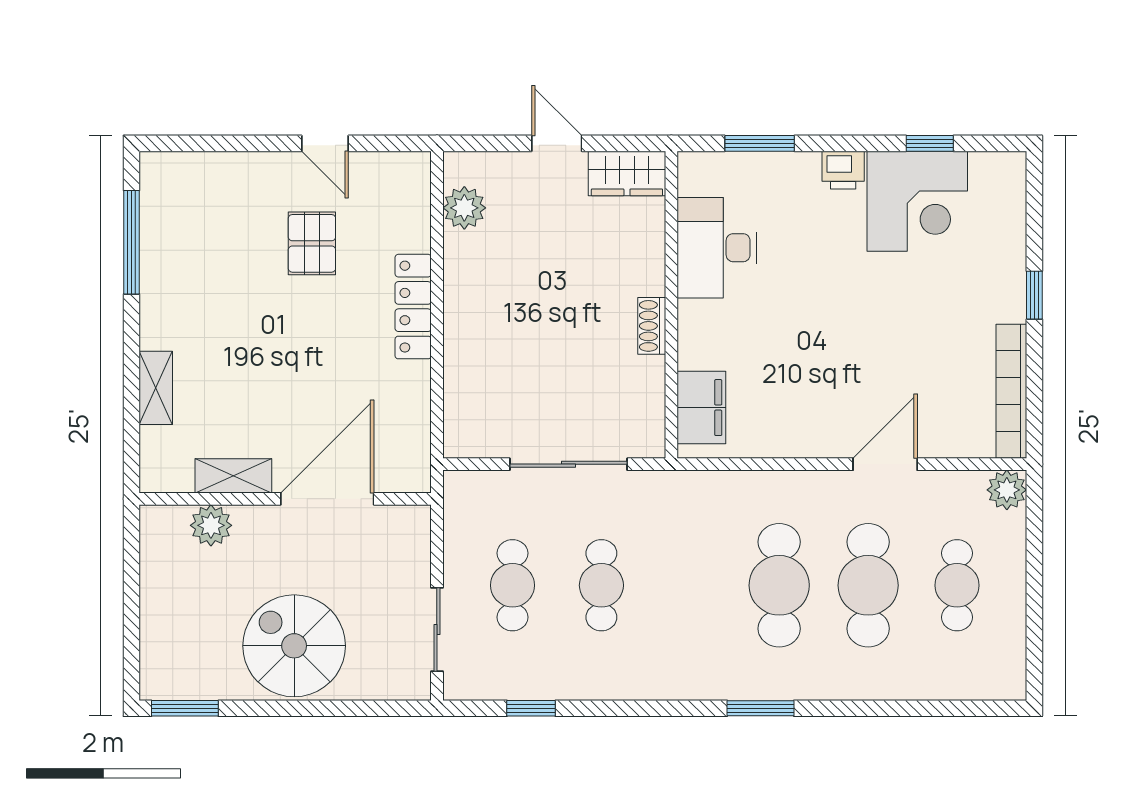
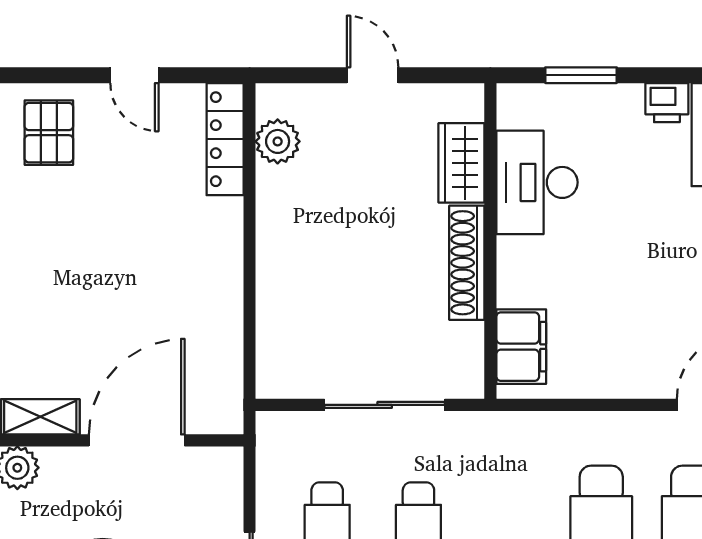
wardrobe: (627, 174) -> (461, 163), moved, turned 90
pallet: (312, 243) -> (49, 133), moved
locker: (413, 307) -> (225, 139), moved
shoe rack: (652, 326) -> (467, 263), width x1.94, depth x1.24

